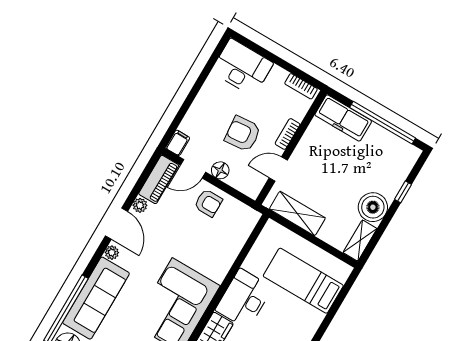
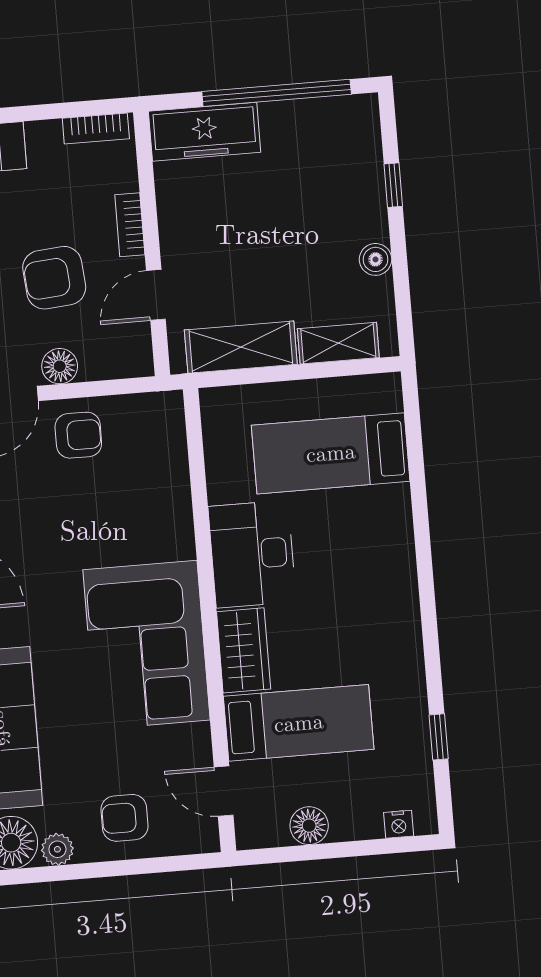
boiler: (373, 207) -> (376, 259), width x0.54, depth x0.54
shelving: (360, 241) -> (338, 343), moved, turned 90

